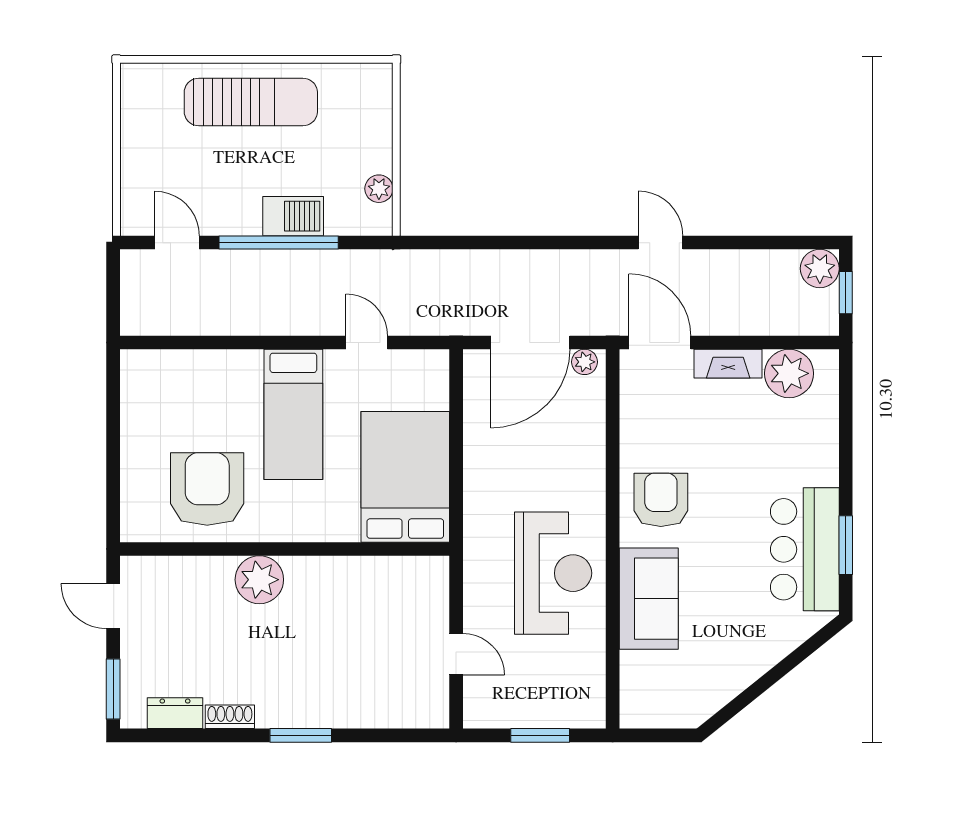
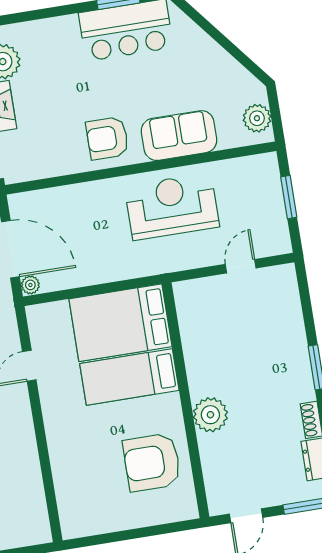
plant: (585, 362) -> (30, 285), moved
bed: (293, 414) -> (129, 377), moved, turned 180
plant: (655, 709) -> (257, 118), added

